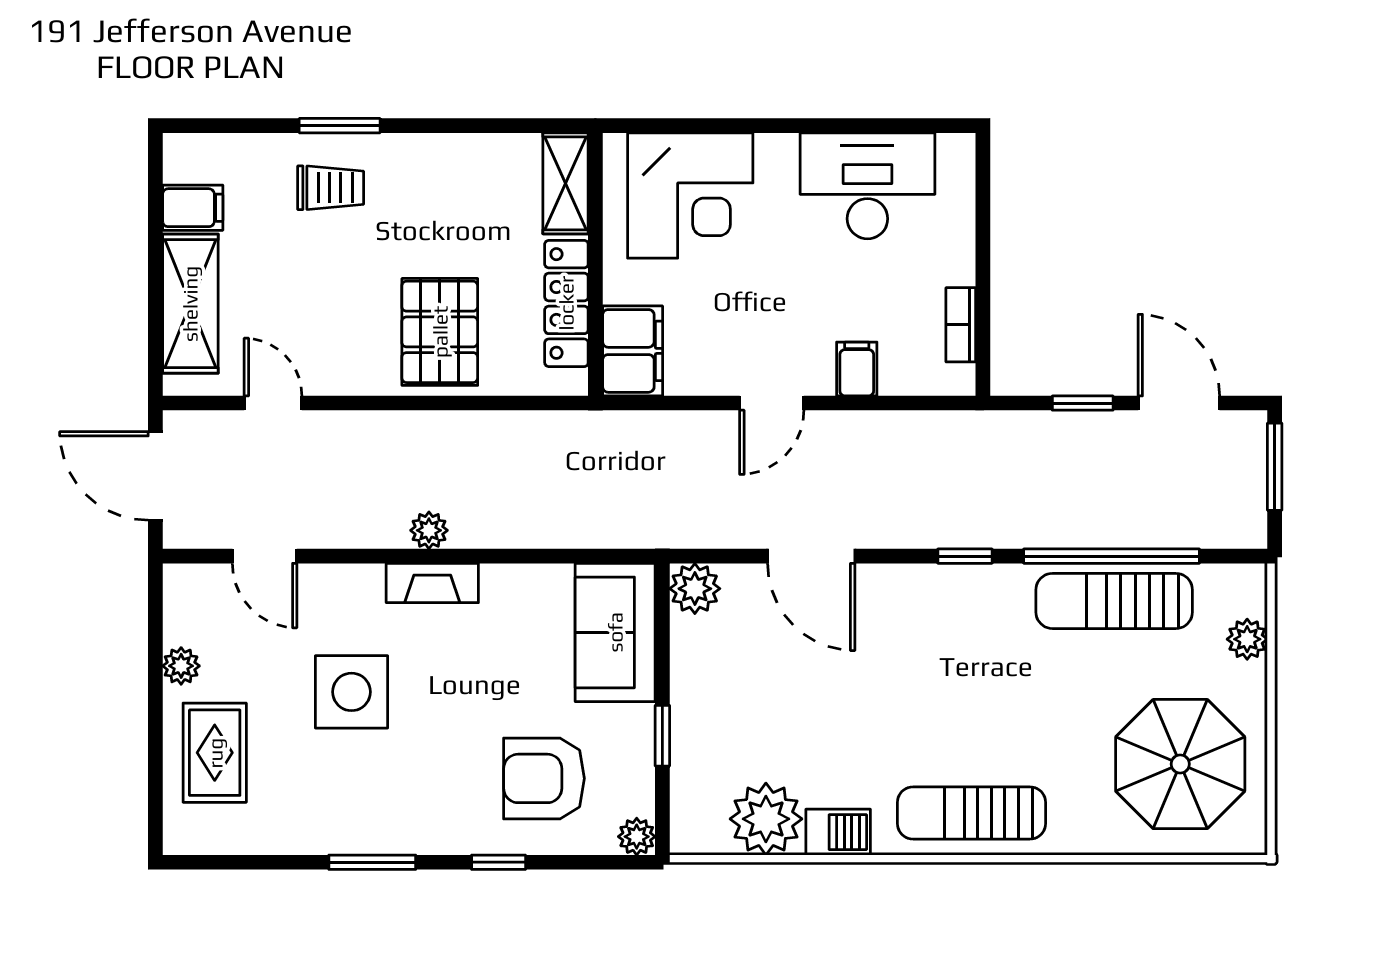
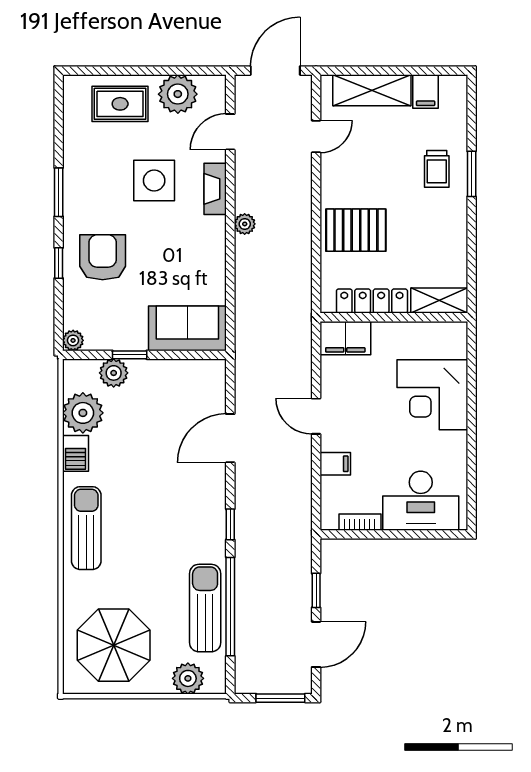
desk: (867, 186) -> (421, 501), moved, turned 90
corner desk: (690, 196) -> (432, 395), moved
fireplace: (432, 583) -> (215, 189), moved
plant: (695, 589) -> (114, 373), moved
plant: (1247, 639) -> (188, 678), width x1.38, depth x1.38
plant: (181, 666) -> (178, 94), width x1.87, depth x1.87
armchair: (544, 778) -> (103, 257), moved

